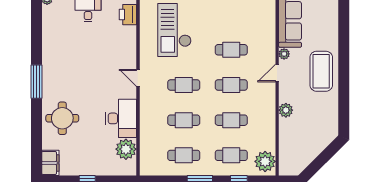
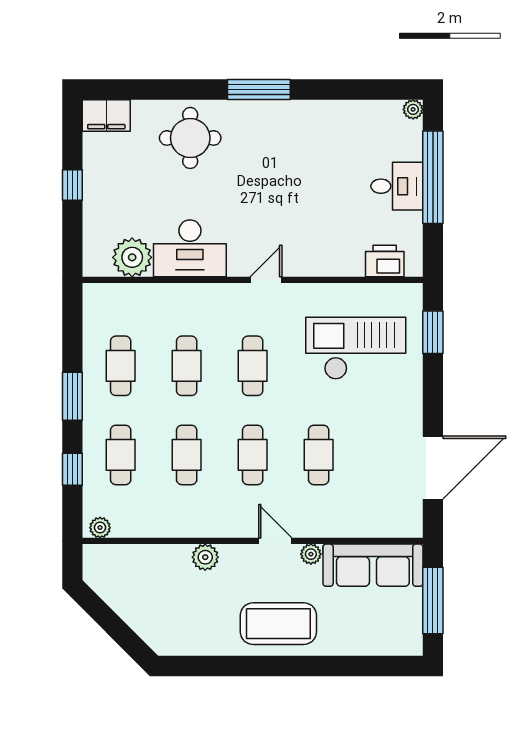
plant: (265, 161) -> (100, 528), width x0.53, depth x0.53

